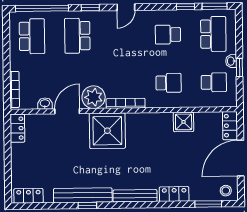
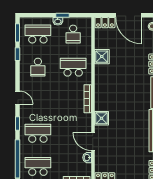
school desk: (77, 36) -> (38, 133), turned 180
school desk: (214, 82) -> (73, 34), turned 180
school desk: (169, 83) -> (73, 67), width x1.85
plant: (94, 97) -> (83, 122), removed
shower: (107, 131) -> (101, 118), width x0.54, depth x0.54

